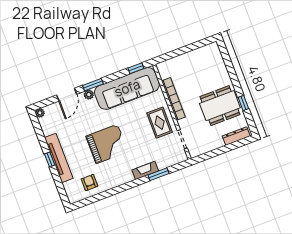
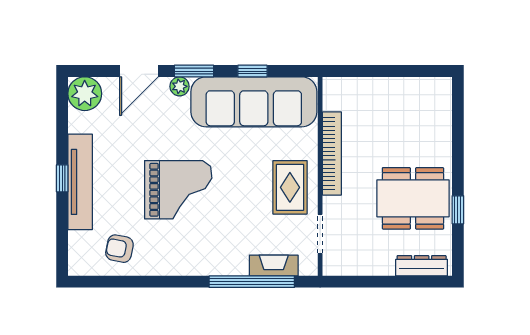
window: (136, 68) -> (252, 71), moved
plant: (40, 113) -> (85, 94), width x1.87, depth x1.87
fireplace: (145, 171) -> (274, 265), moved
window: (158, 174) -> (252, 282), width x2.11
armchair: (90, 183) -> (119, 249), turned -79

